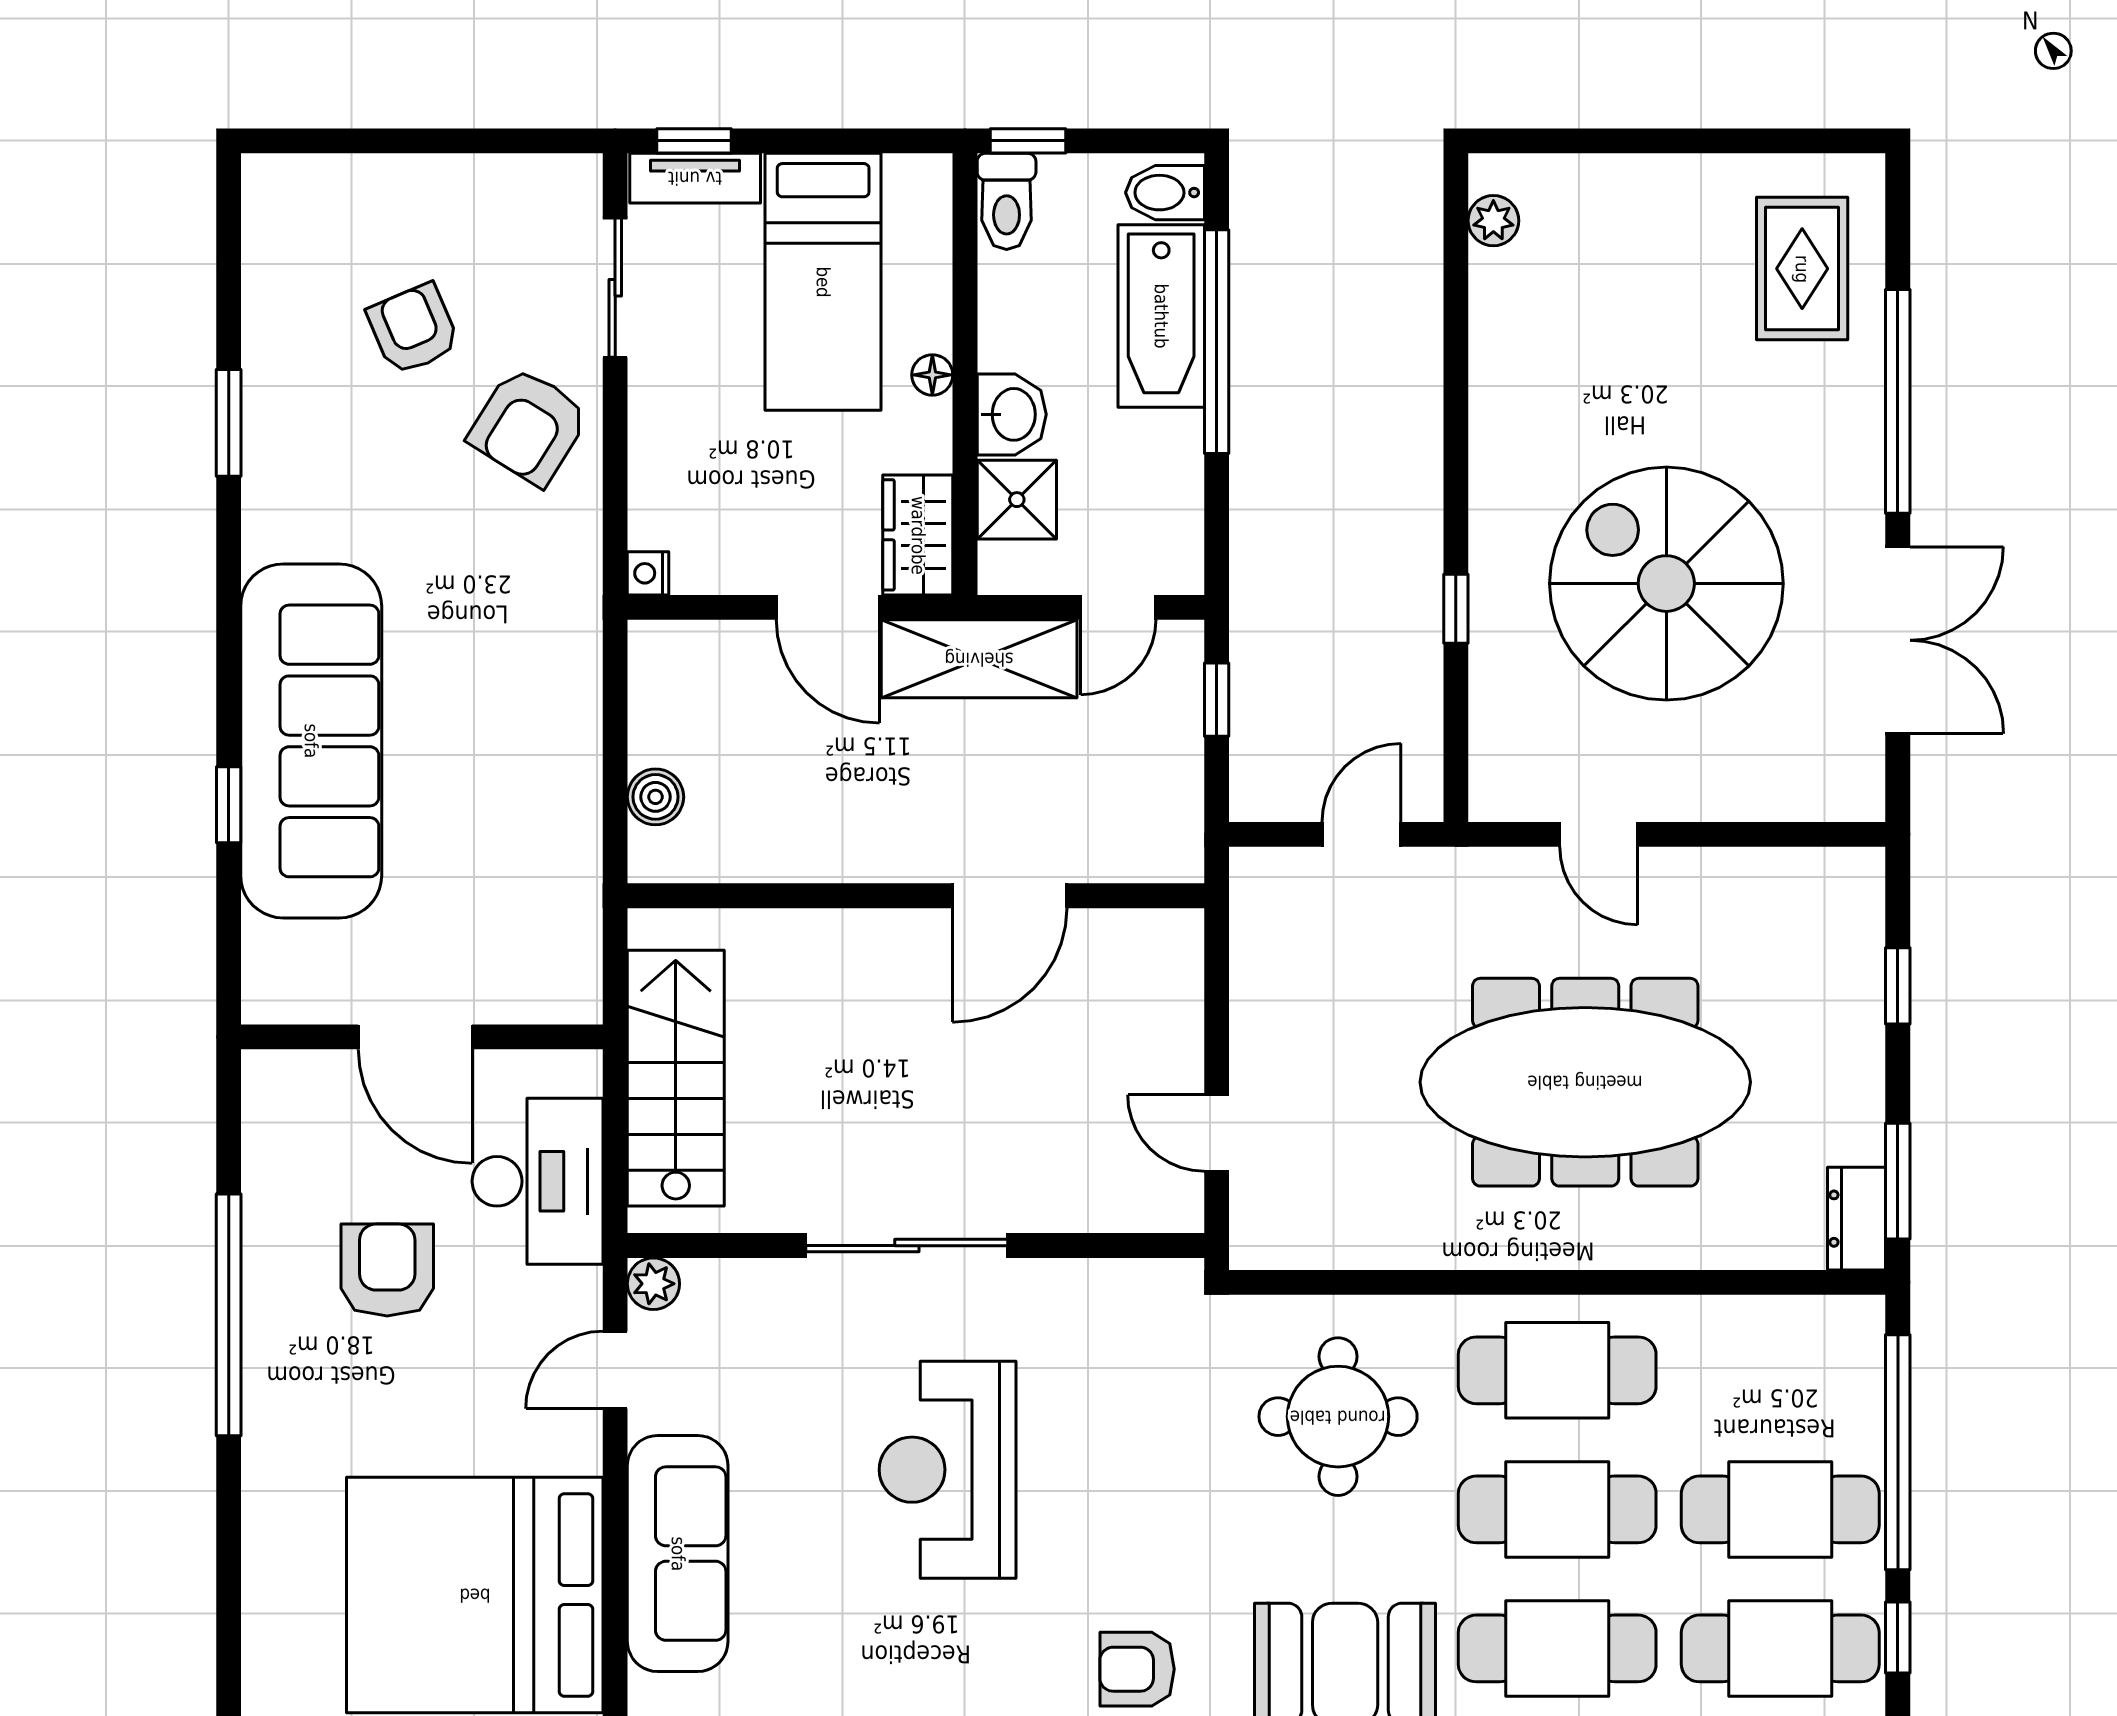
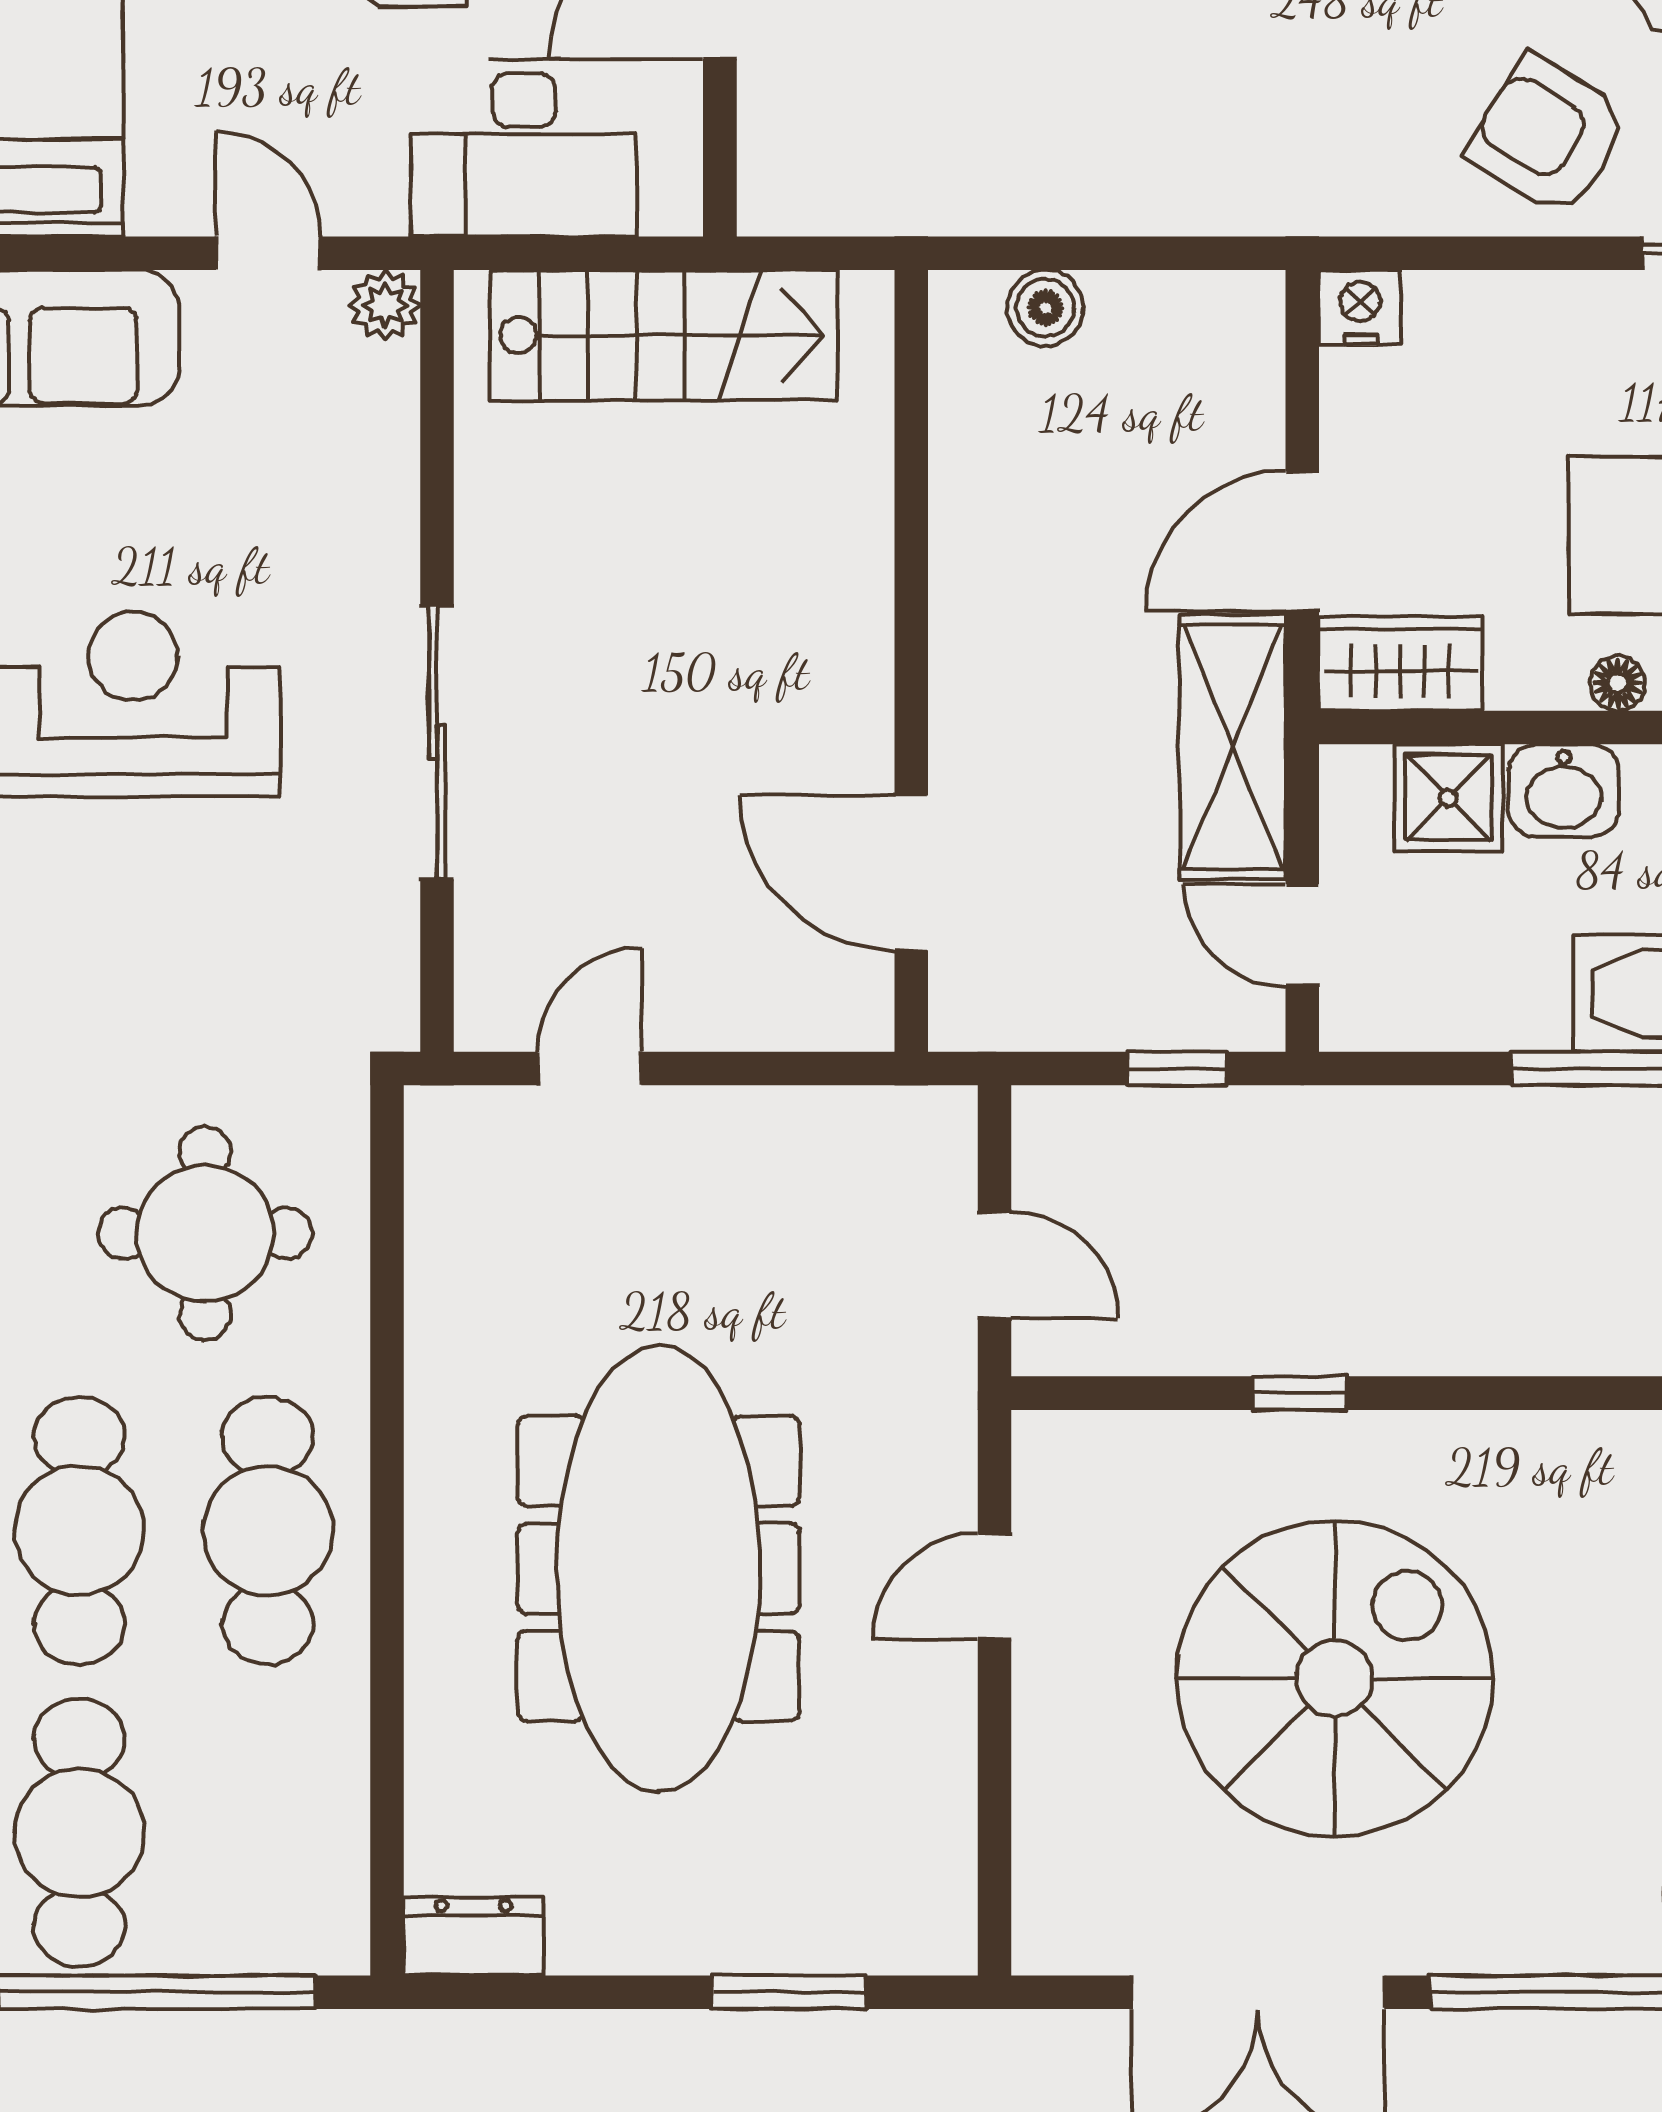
nightstand: (648, 573) -> (1360, 308), width x1.39, depth x1.35
door: (1010, 896) -> (911, 873), moved
window: (1898, 986) -> (789, 1992), width x1.50
window: (1898, 1181) -> (524, 1992), removed
sliding door: (907, 1246) -> (437, 742), moved

